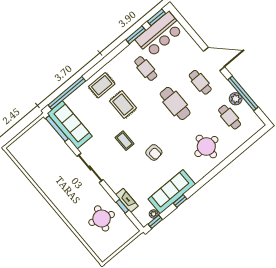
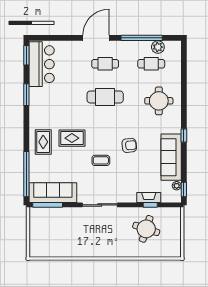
window: (136, 35) -> (26, 95), moved
cafe table: (146, 69) -> (59, 97), removed
plant: (236, 99) -> (158, 47), moved
window: (180, 201) -> (184, 136), moved

